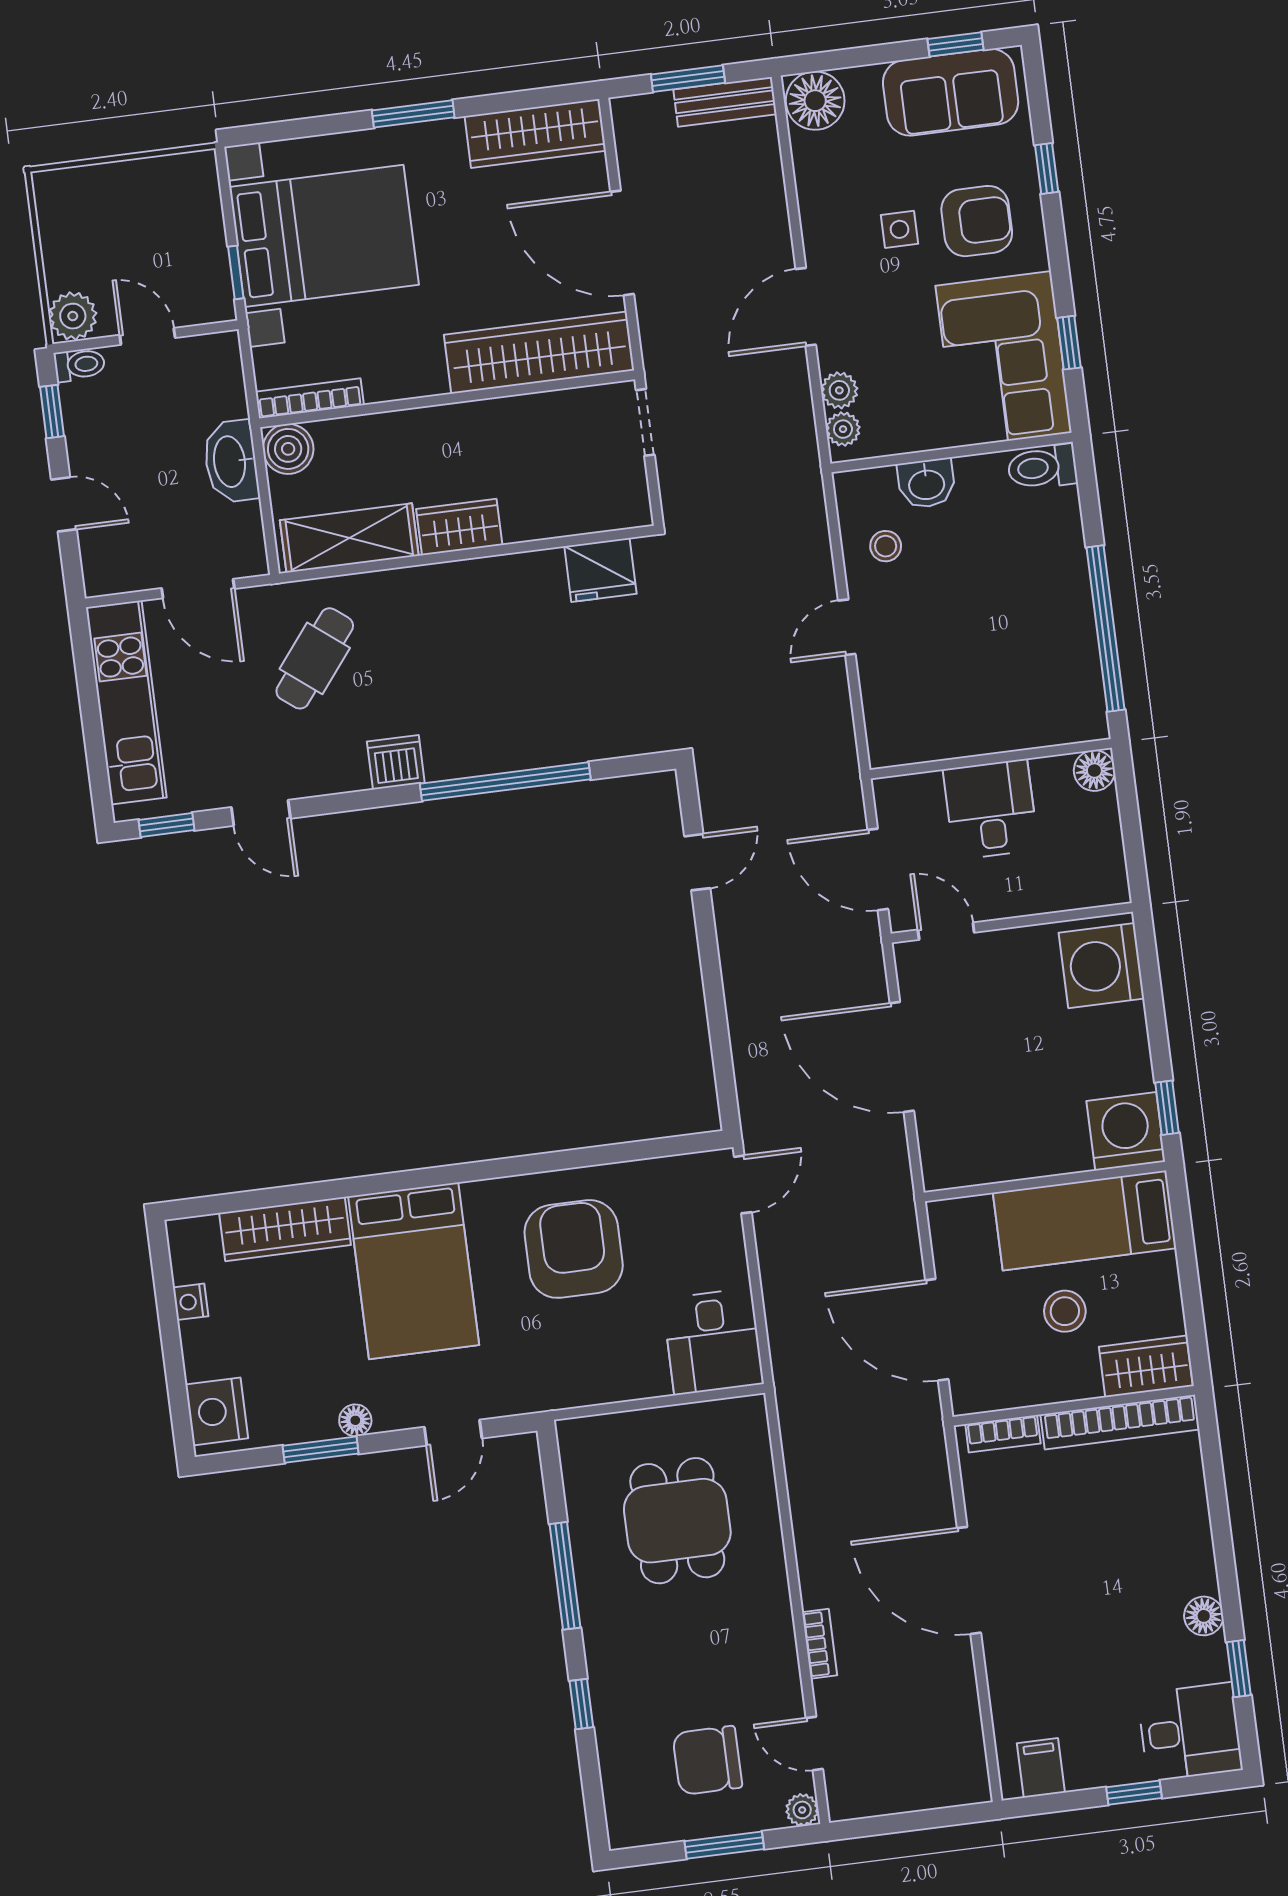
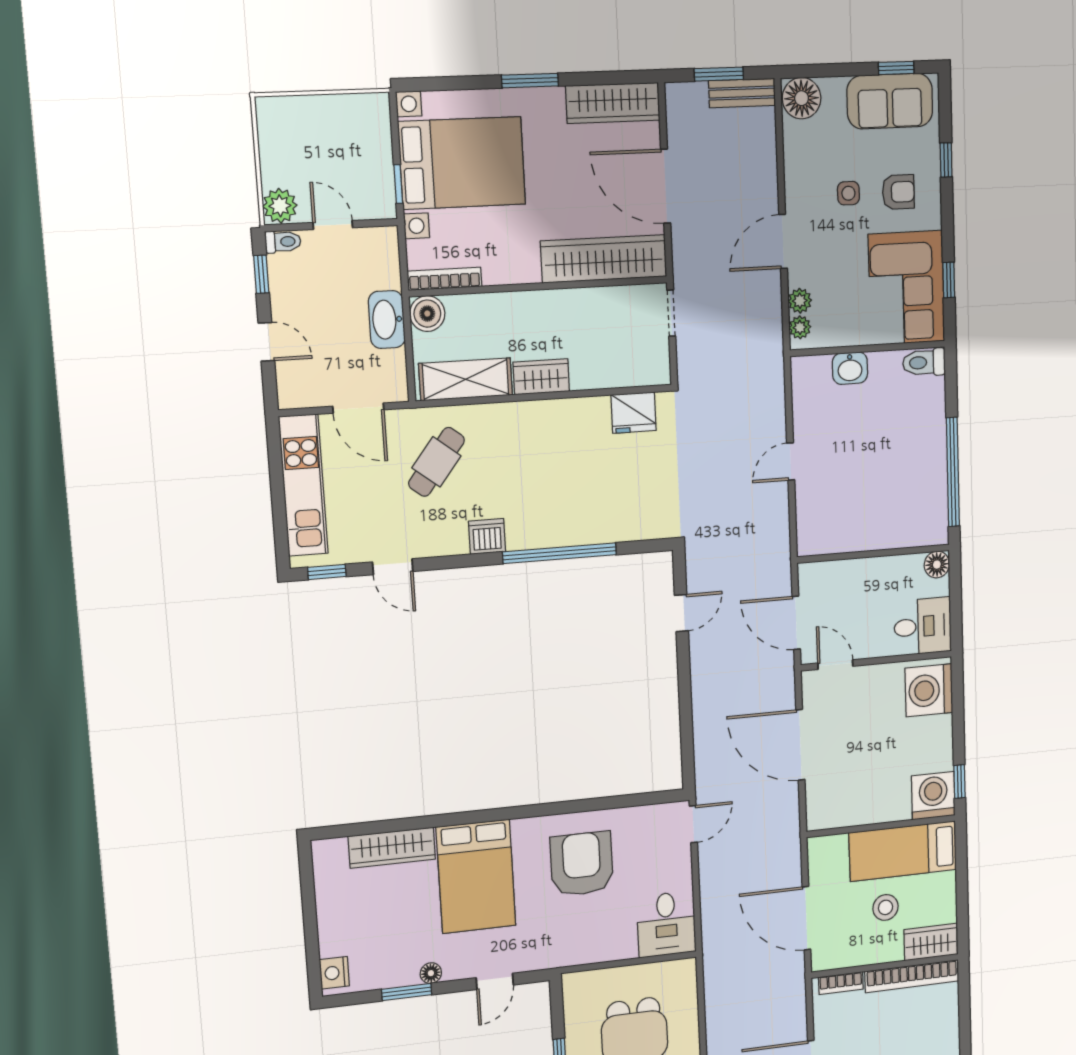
armchair: (977, 221) -> (898, 192), width x0.72, depth x0.72
stool: (886, 546) -> (820, 409), removed
desk: (991, 809) -> (923, 626), moved, turned 90
nightstand: (191, 1302) -> (325, 895), removed
nightstand: (217, 1411) -> (334, 973), width x0.74, depth x0.75

